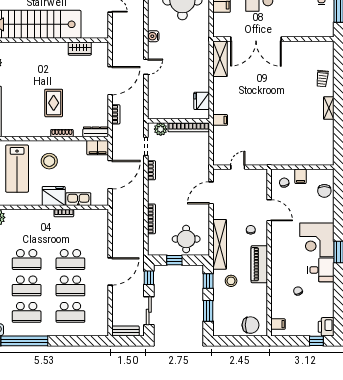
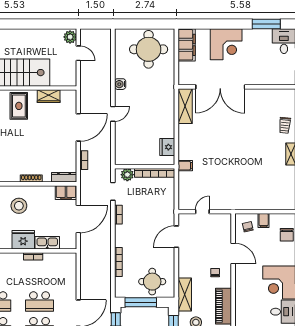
rug: (54, 103) -> (19, 106), moved
shelving: (220, 244) -> (185, 295), width x0.68
window: (174, 260) -> (141, 302), width x2.17

